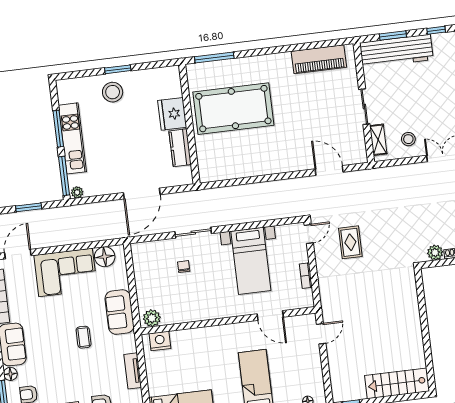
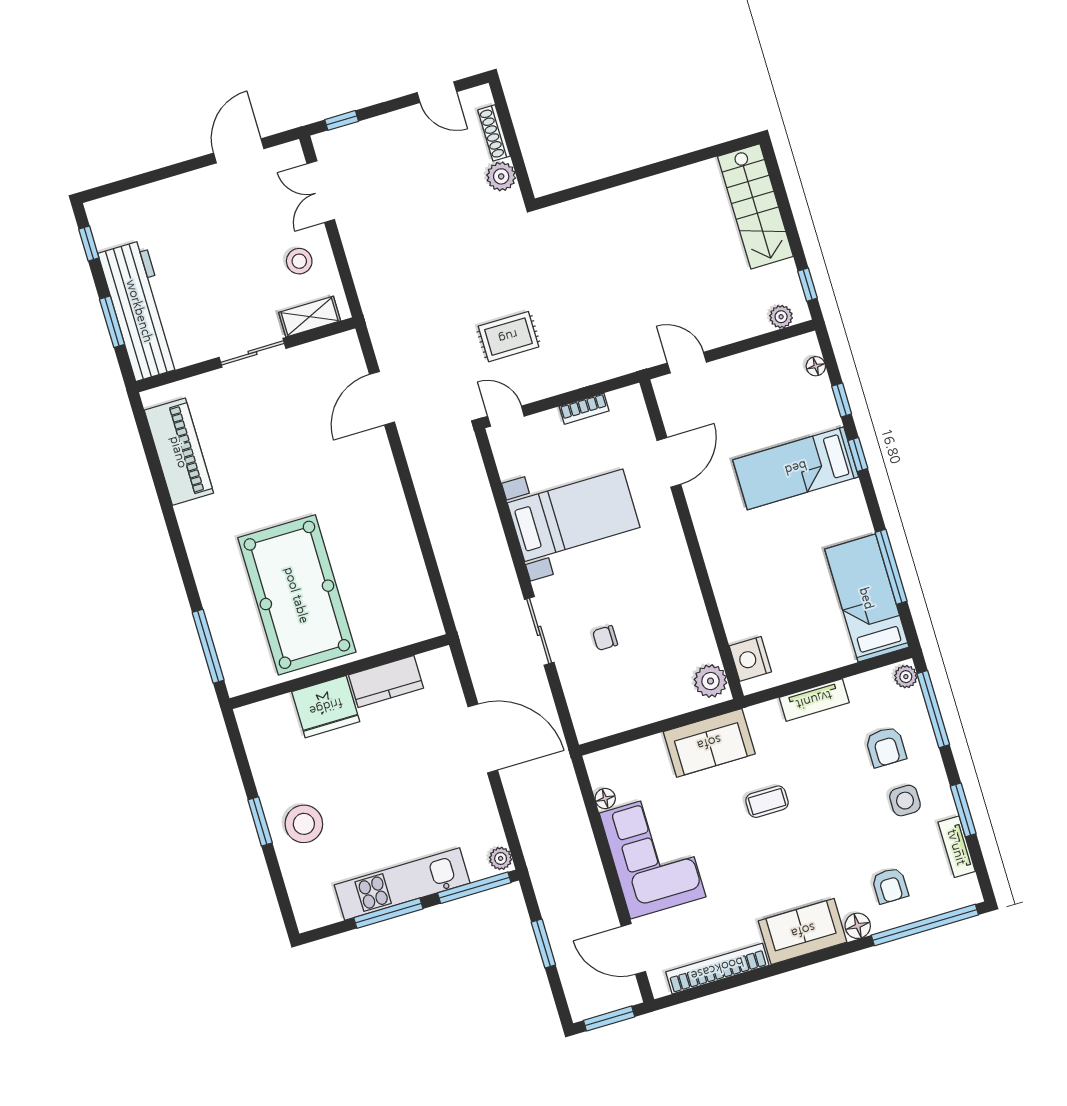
floor lamp: (105, 257) -> (605, 799), width x0.53, depth x0.53
plant: (337, 387) -> (781, 317), added

